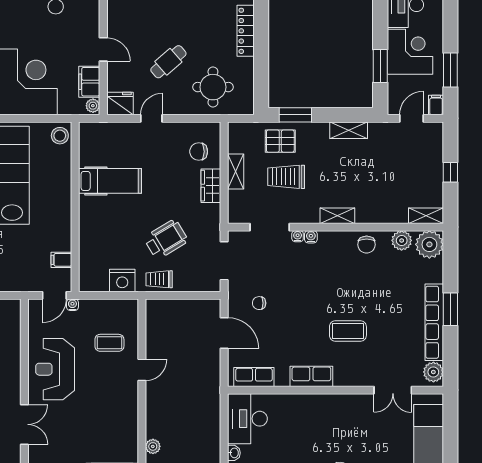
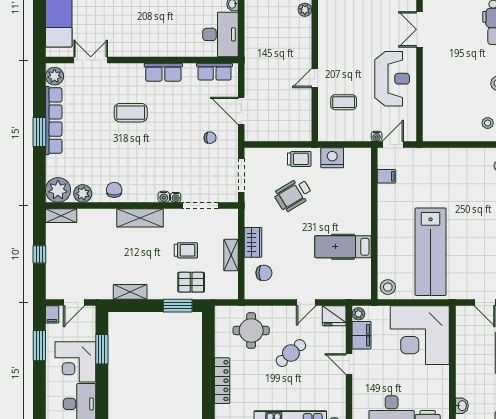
trolley: (286, 177) -> (186, 250), width x0.73, depth x0.72
shelving: (337, 216) -> (140, 218), width x1.50, depth x1.33

